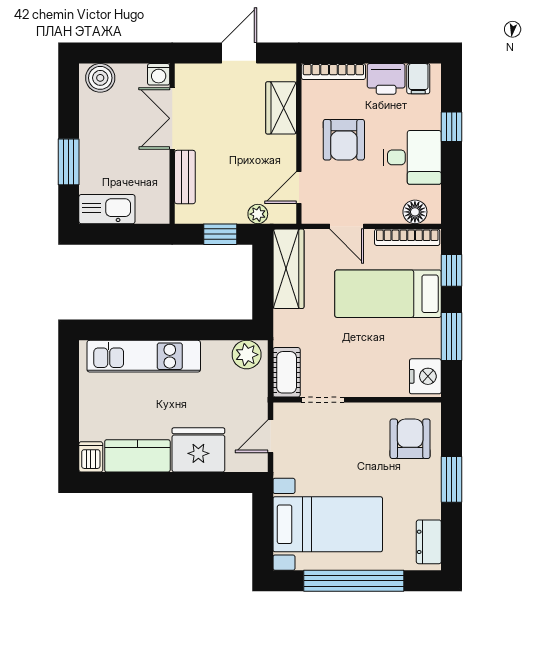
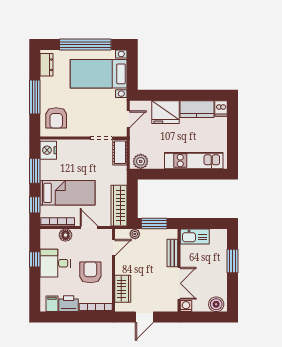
window: (452, 127) -> (35, 259), moved
kitchen sink: (107, 209) -> (195, 236), moved
floor lamp: (415, 212) -> (65, 235), moved
window: (220, 234) -> (154, 224), width x1.50
window: (452, 479) -> (35, 97), width x1.44

